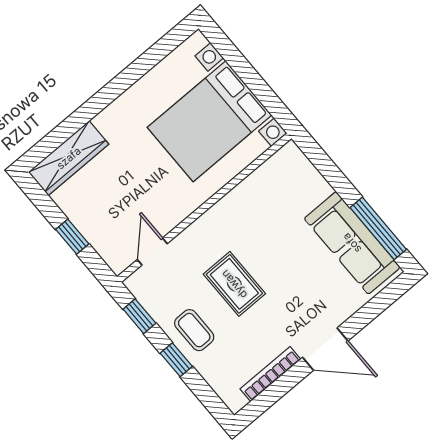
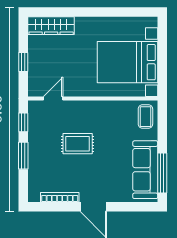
rug: (234, 284) -> (78, 144), turned 90
coffee table: (194, 330) -> (145, 117), moved
window: (176, 360) -> (23, 156), width x1.50

